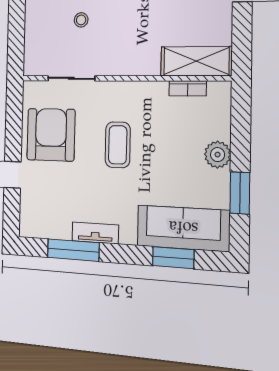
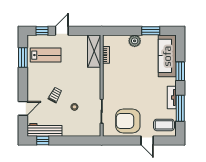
coffee table: (118, 145) -> (164, 125), moved
window: (173, 258) -> (180, 71), moved

